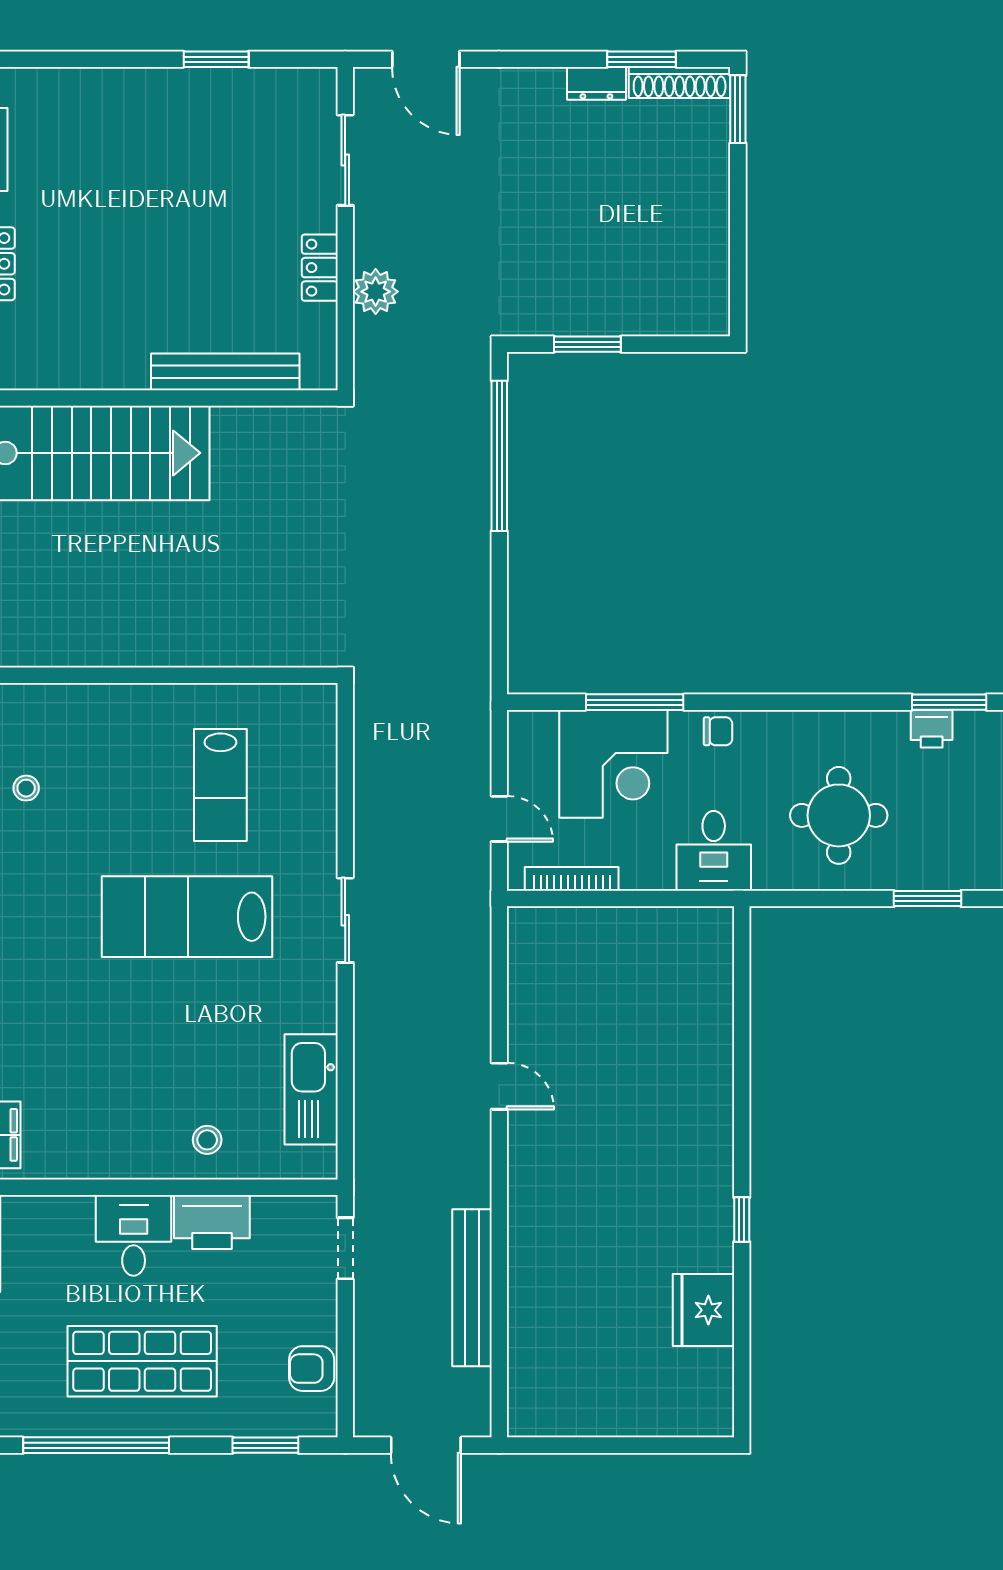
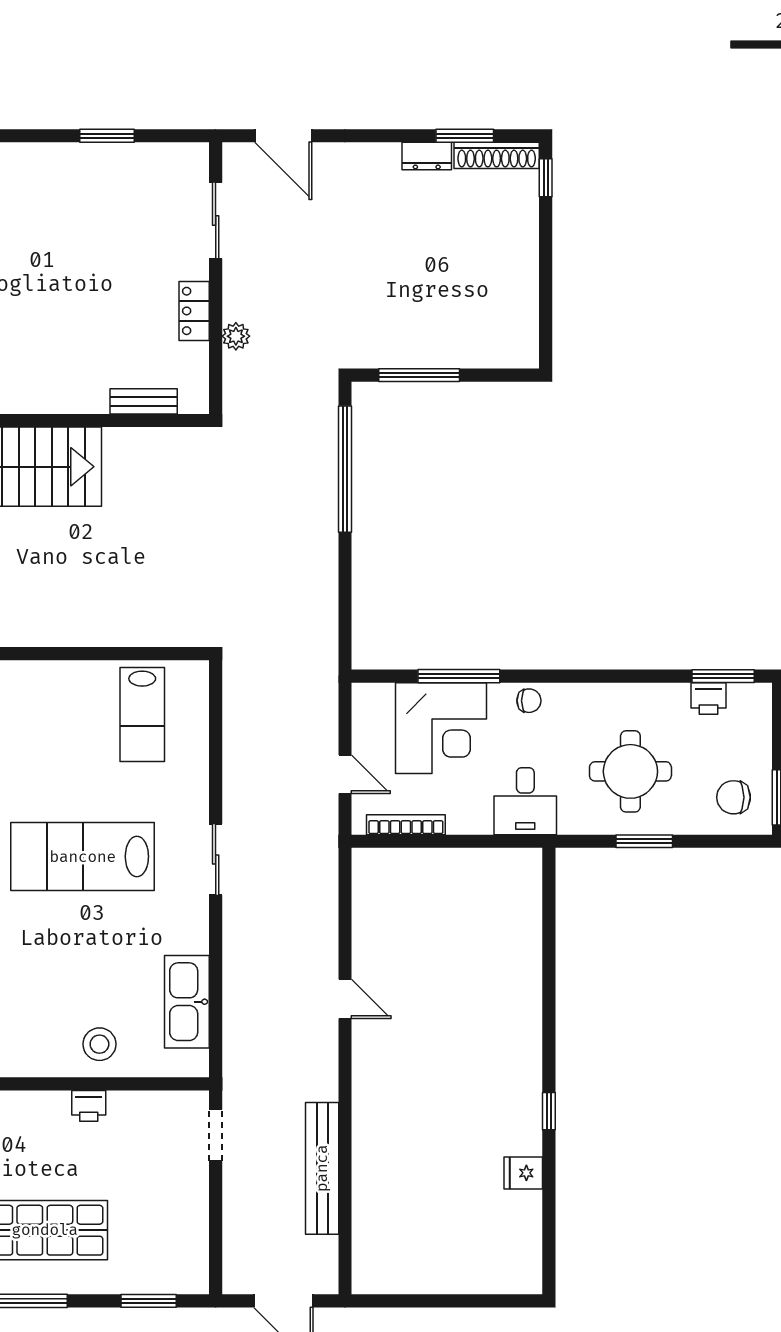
window: (738, 109) -> (546, 178), width x0.67
plant: (376, 292) -> (236, 336), width x0.73, depth x0.73
window: (587, 344) -> (419, 375), width x1.44
bench: (225, 372) -> (144, 401), width x0.54, depth x0.82
lab bench: (220, 785) -> (142, 714), moved
chair: (961, 846) -> (734, 797), added
window: (928, 898) -> (644, 841), moved
stool: (207, 1140) -> (99, 1044), width x1.37, depth x1.37
printer: (212, 1222) -> (89, 1106), width x0.53, depth x0.68
desk: (134, 1235) -> (38, 1124), removed
fridge: (703, 1310) -> (523, 1173), width x0.53, depth x0.75
armchair: (312, 1369) -> (187, 1236), removed

